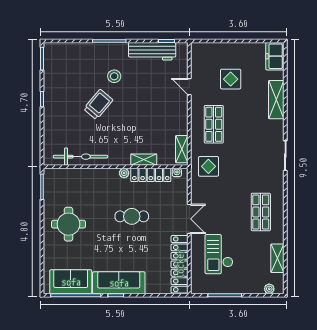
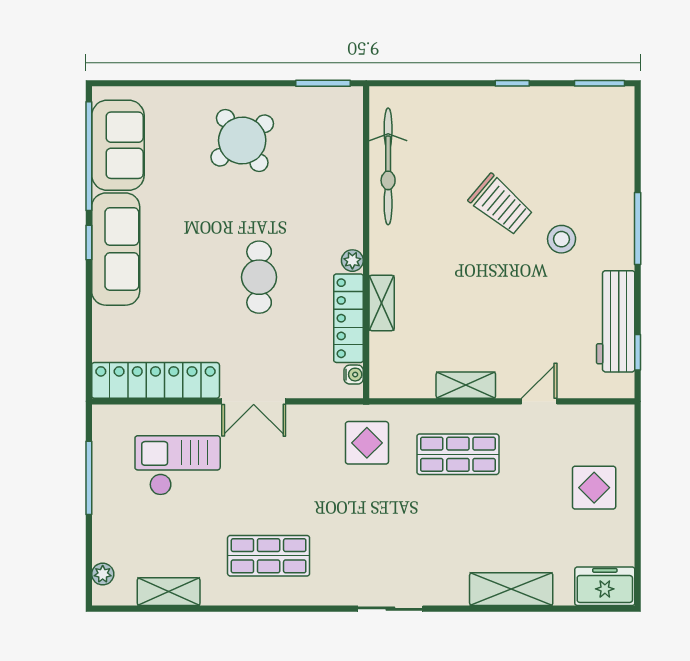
display table: (231, 79) -> (594, 488), moved
shelving: (182, 149) -> (466, 385), moved
round table: (68, 224) -> (242, 141), turned -37

